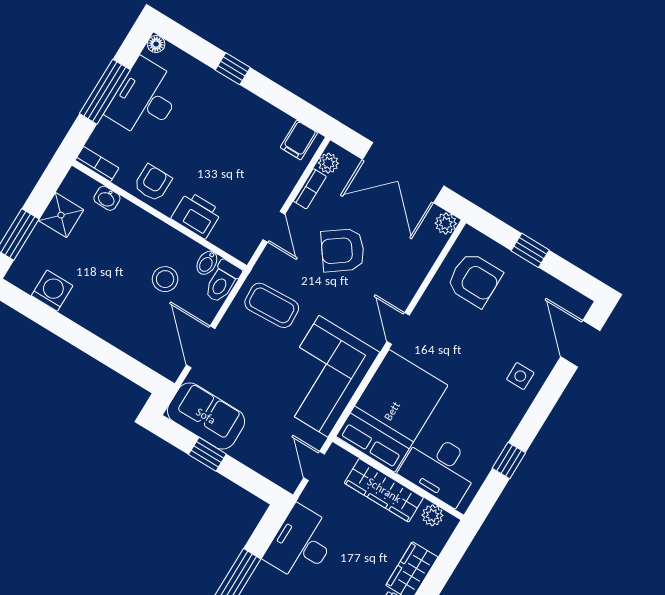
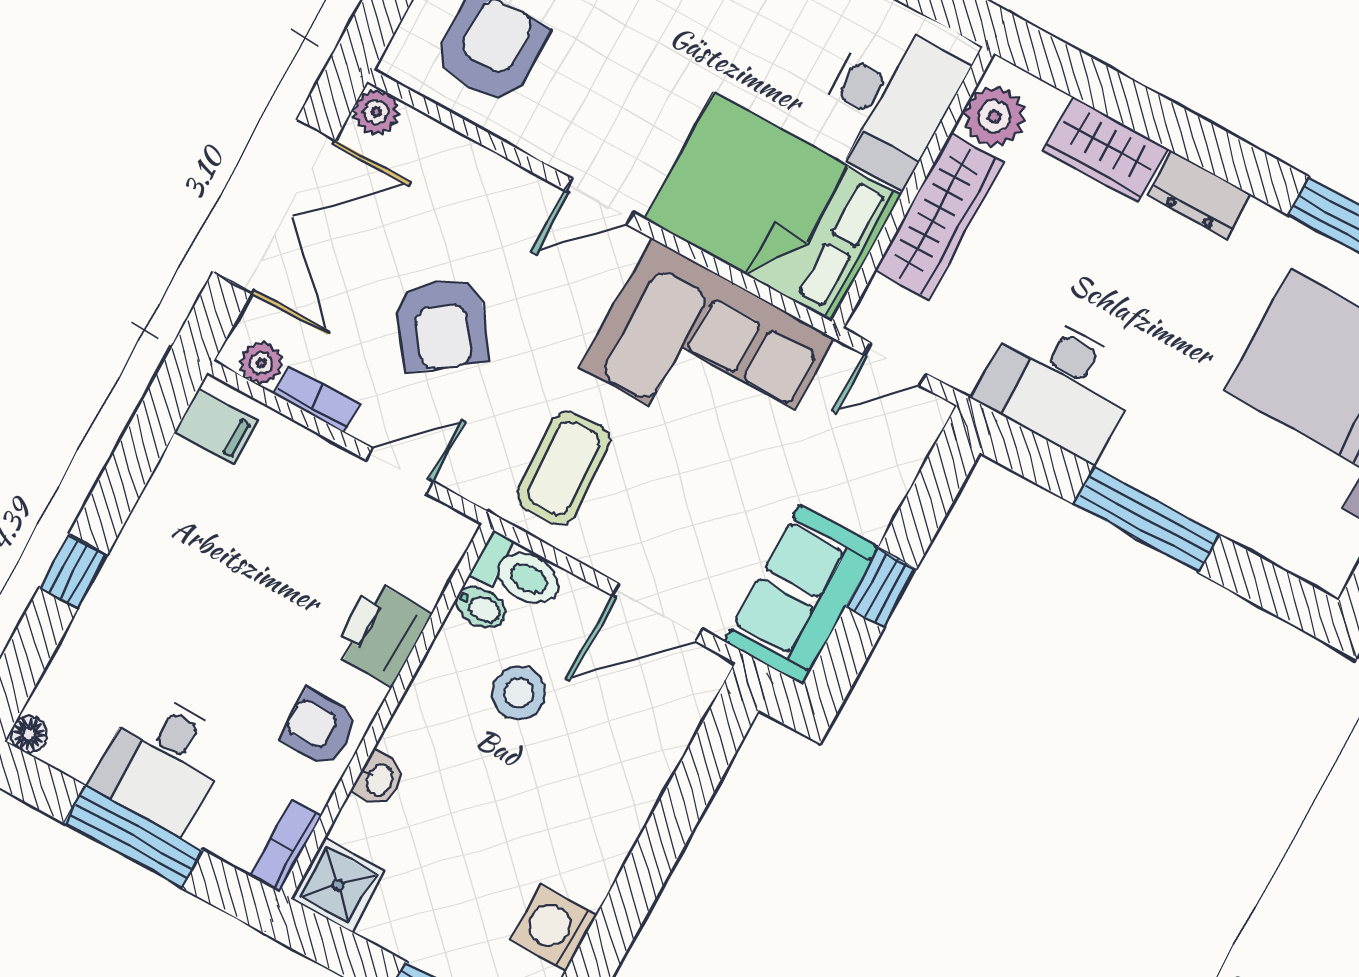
desk: (145, 99) -> (162, 762), width x0.73
washbasin: (107, 198) -> (379, 780), moved
shower: (61, 215) -> (338, 885), moved
plant: (432, 515) -> (994, 116), width x1.38, depth x1.38

